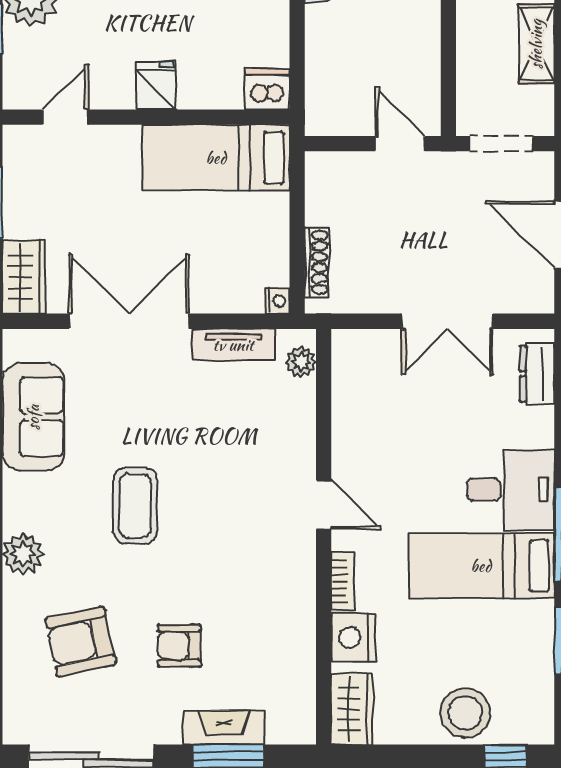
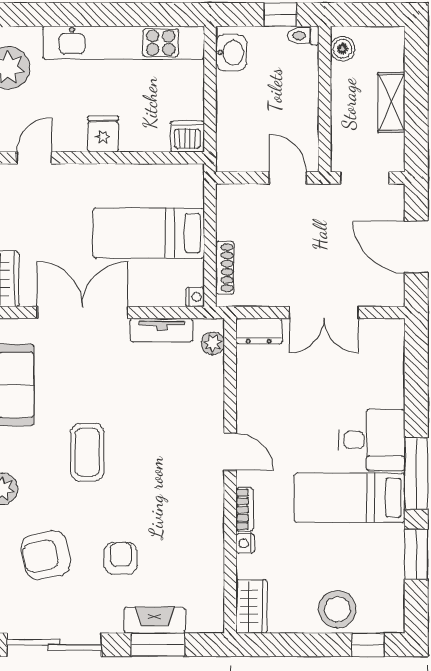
bed: (216, 158) -> (149, 233), moved
dresser: (537, 374) -> (259, 331), moved, turned -90
nightstand: (353, 638) -> (245, 543), width x0.53, depth x0.56
armchair: (179, 646) -> (121, 558), turned 90

